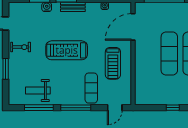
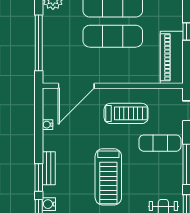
door: (133, 27) -> (76, 86), hinge flipped
piano: (154, 97) -> (172, 57), added

